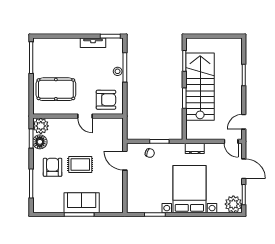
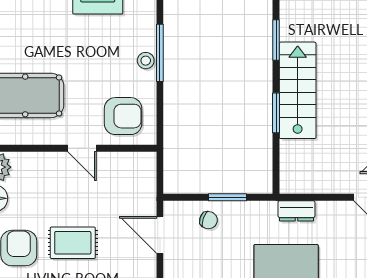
stairs: (200, 87) -> (298, 90), width x0.73, depth x0.66

